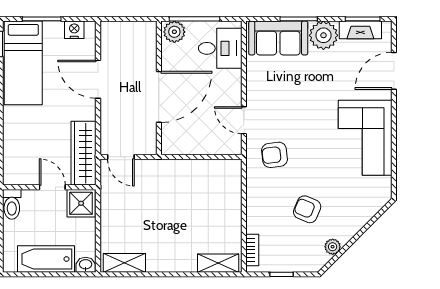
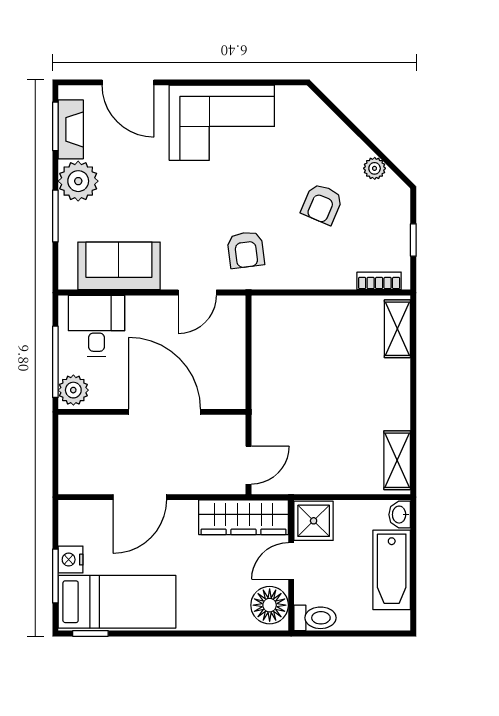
nightstand: (74, 30) -> (71, 560), moved
sofa: (278, 38) -> (119, 266), moved, turned -90
floor lamp: (21, 172) -> (270, 605), added

